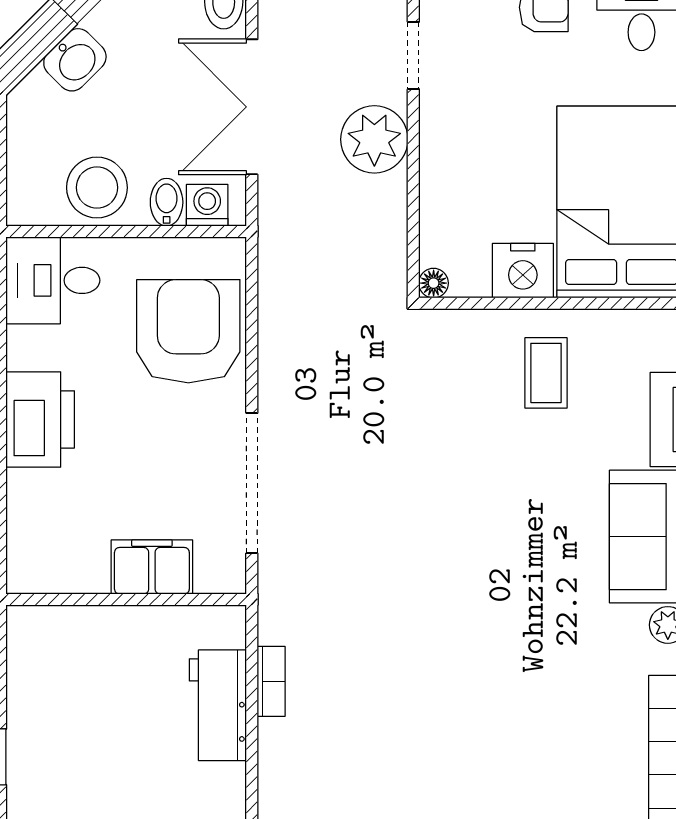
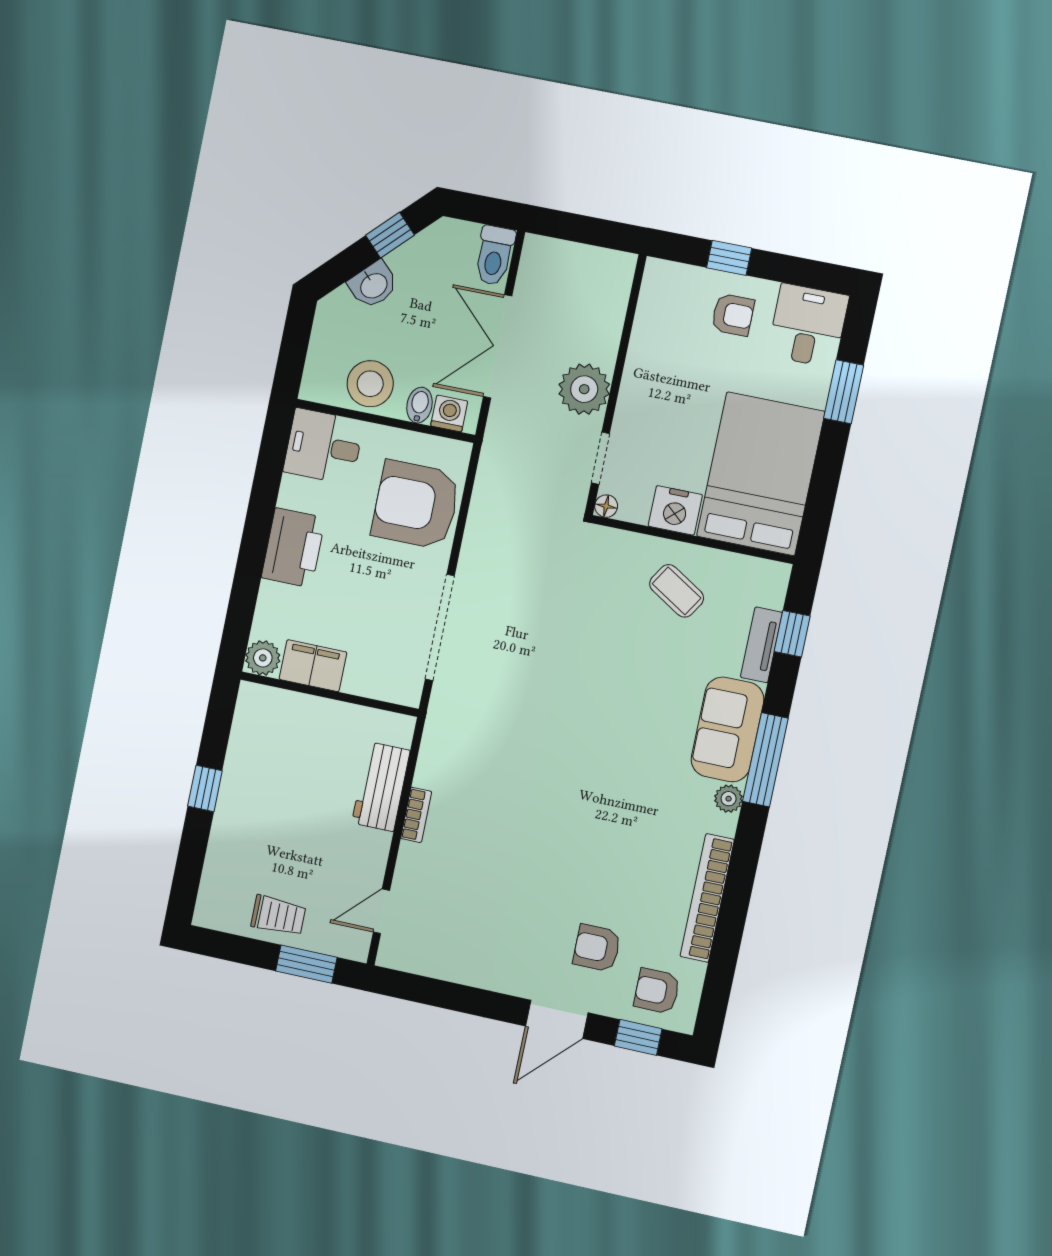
doorway: (413, 56) -> (600, 458), moved
armchair: (188, 331) -> (416, 505), turned -90
coffee table: (546, 373) -> (677, 591), turned -58
filing cabinet: (152, 567) -> (313, 666), moved
plant: (29, 571) -> (263, 658), added
bookcase: (271, 681) -> (416, 815), moved

